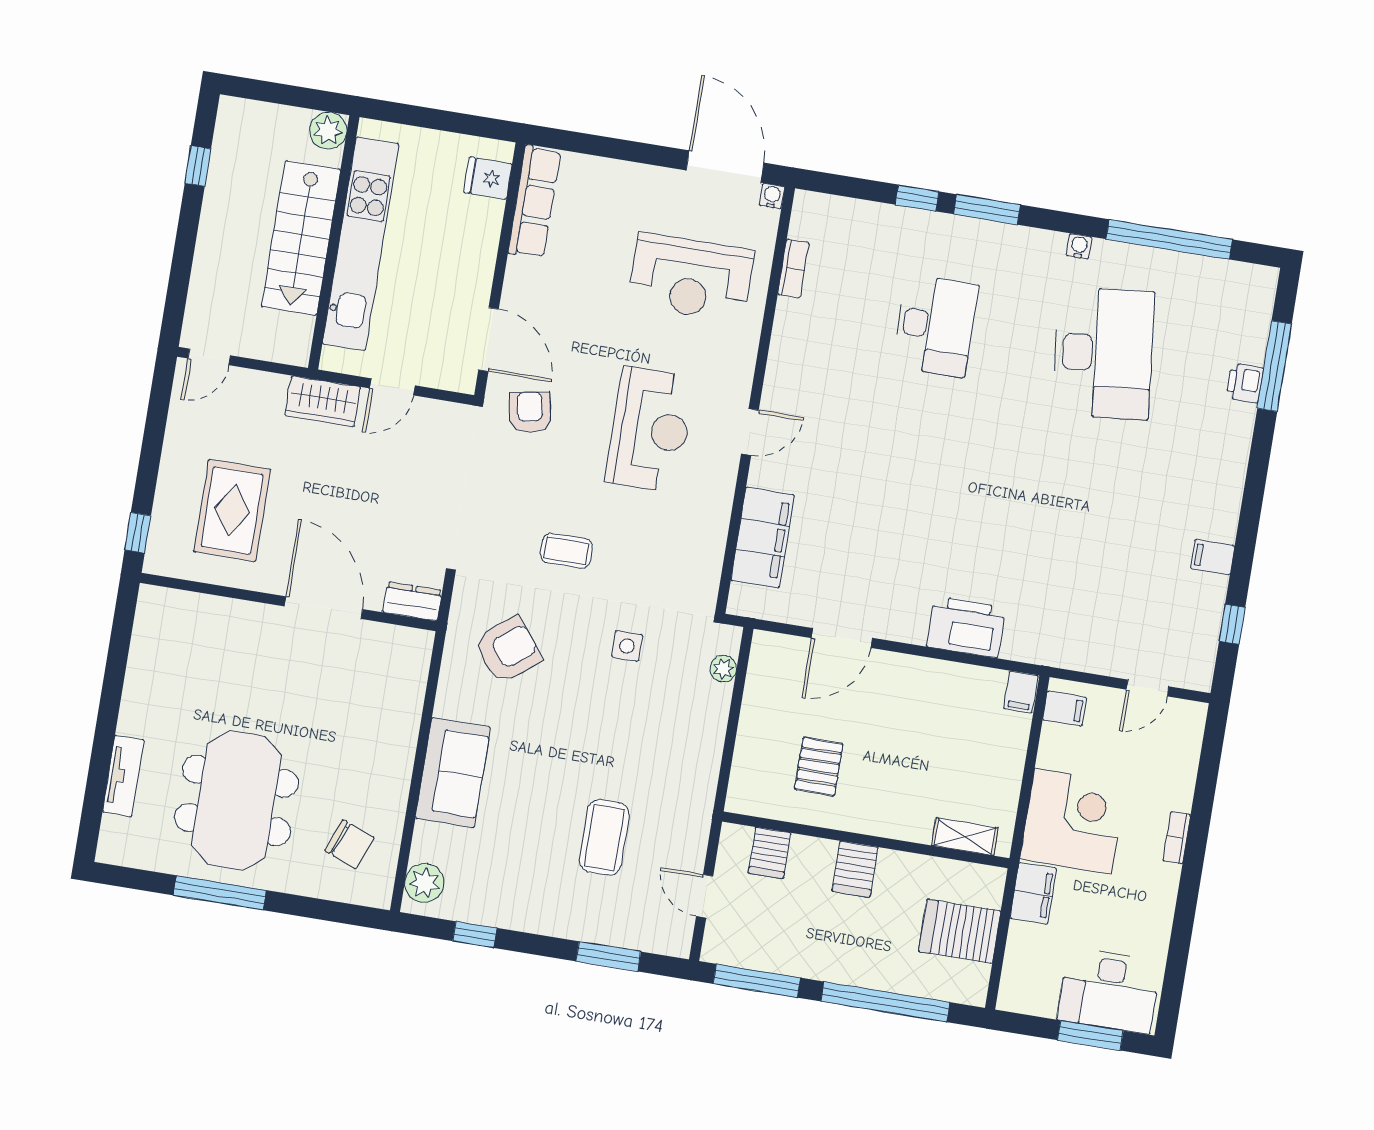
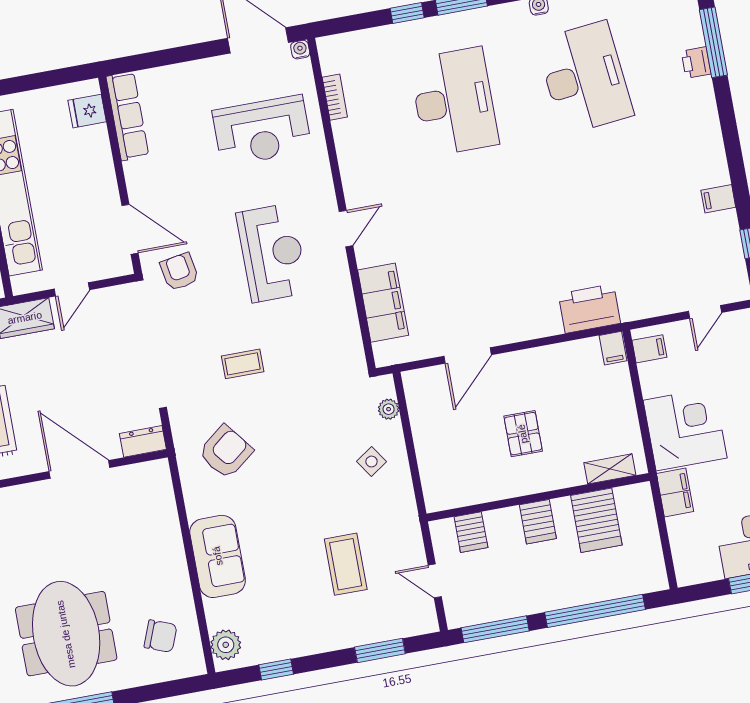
desk: (935, 326) -> (454, 102), width x1.36, depth x1.30
printer: (966, 627) -> (589, 309), moved
side table: (627, 646) -> (371, 462), moved, turned -34
pallet: (819, 767) -> (523, 434), moved
server rack: (960, 931) -> (596, 520), moved, turned -90

